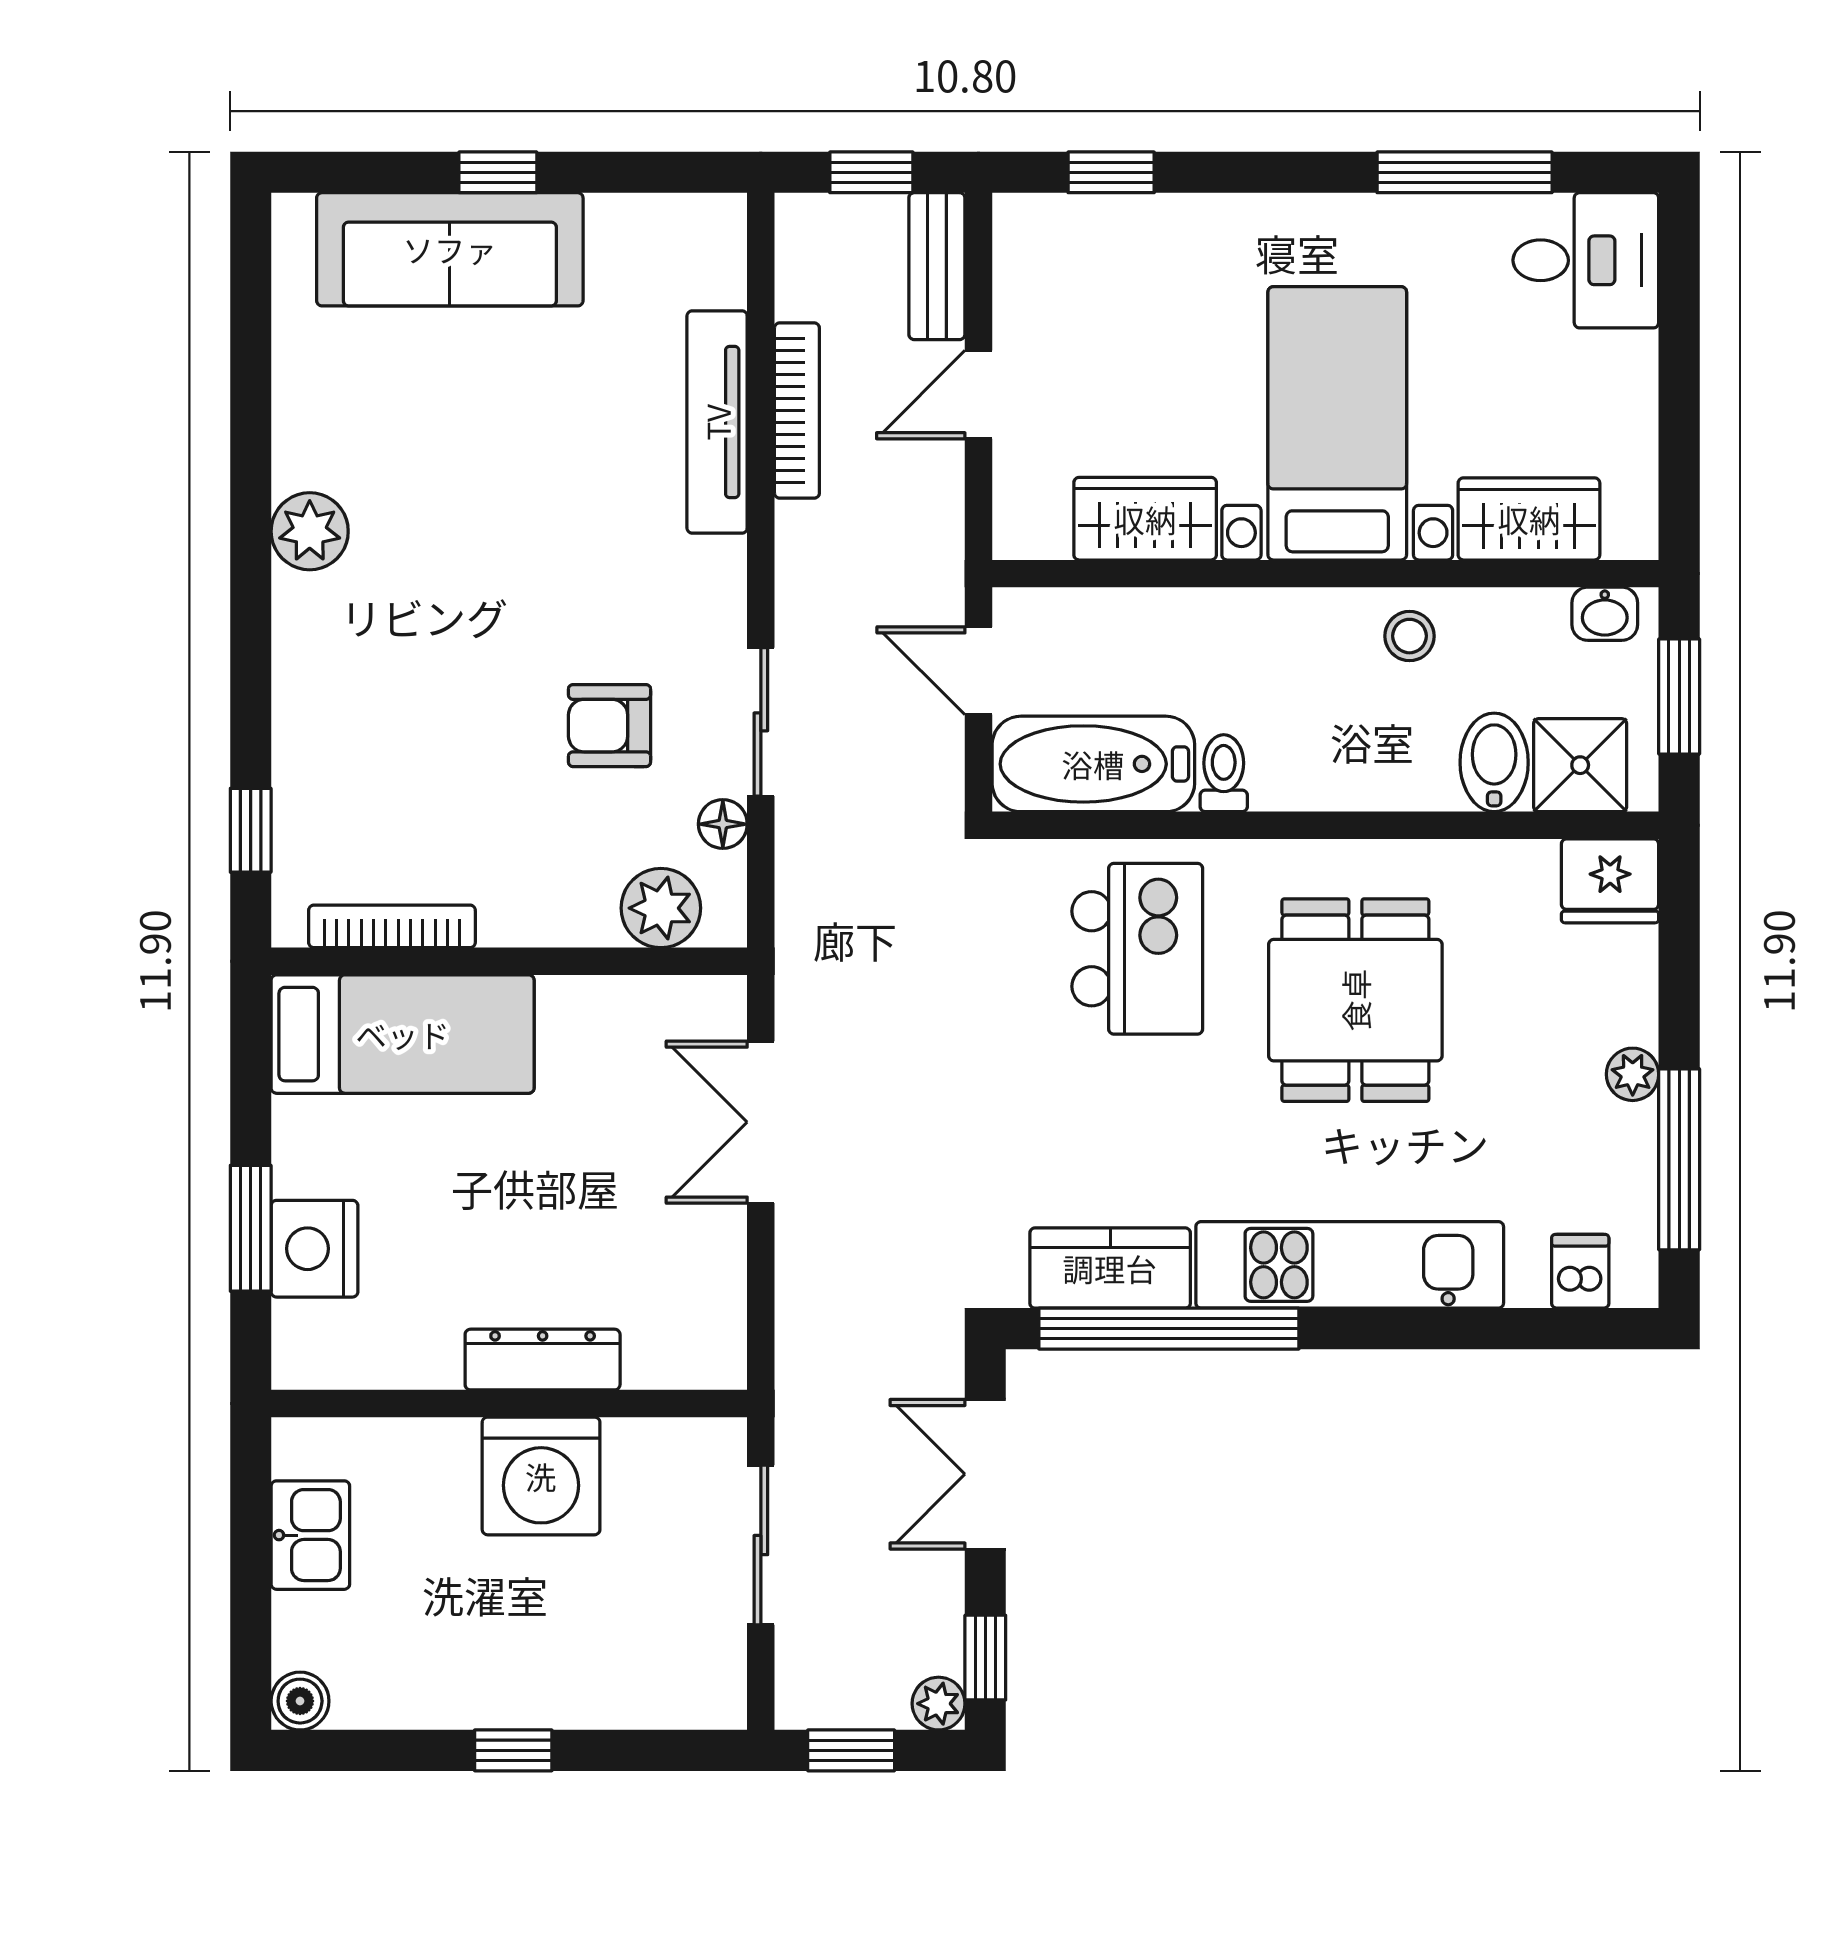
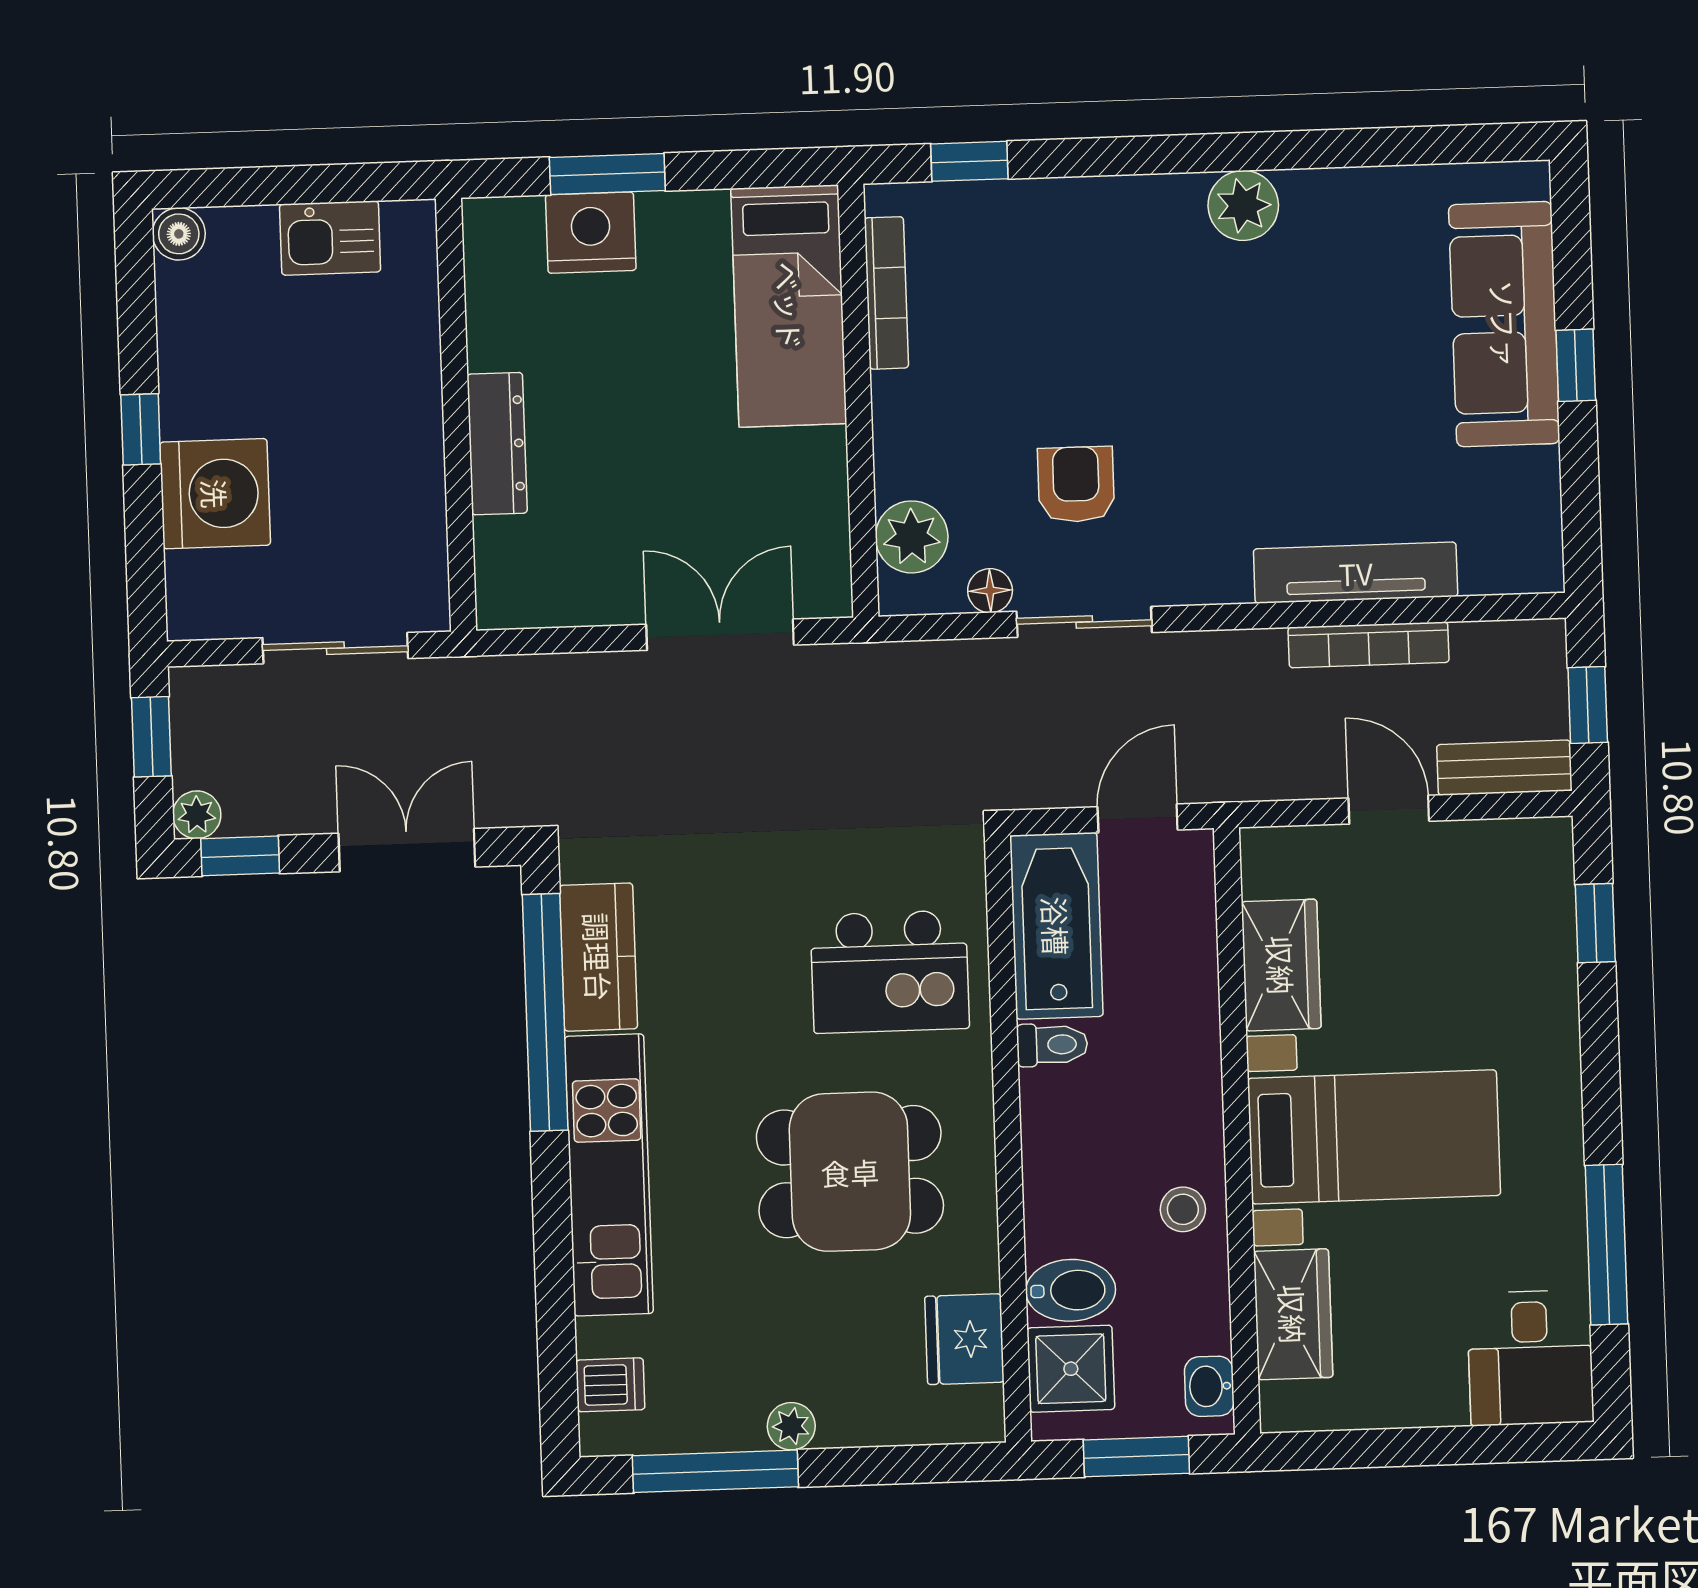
fridge: (1610, 881) -> (964, 1339), moved
washing machine: (541, 1476) -> (215, 494), moved, turned 180

